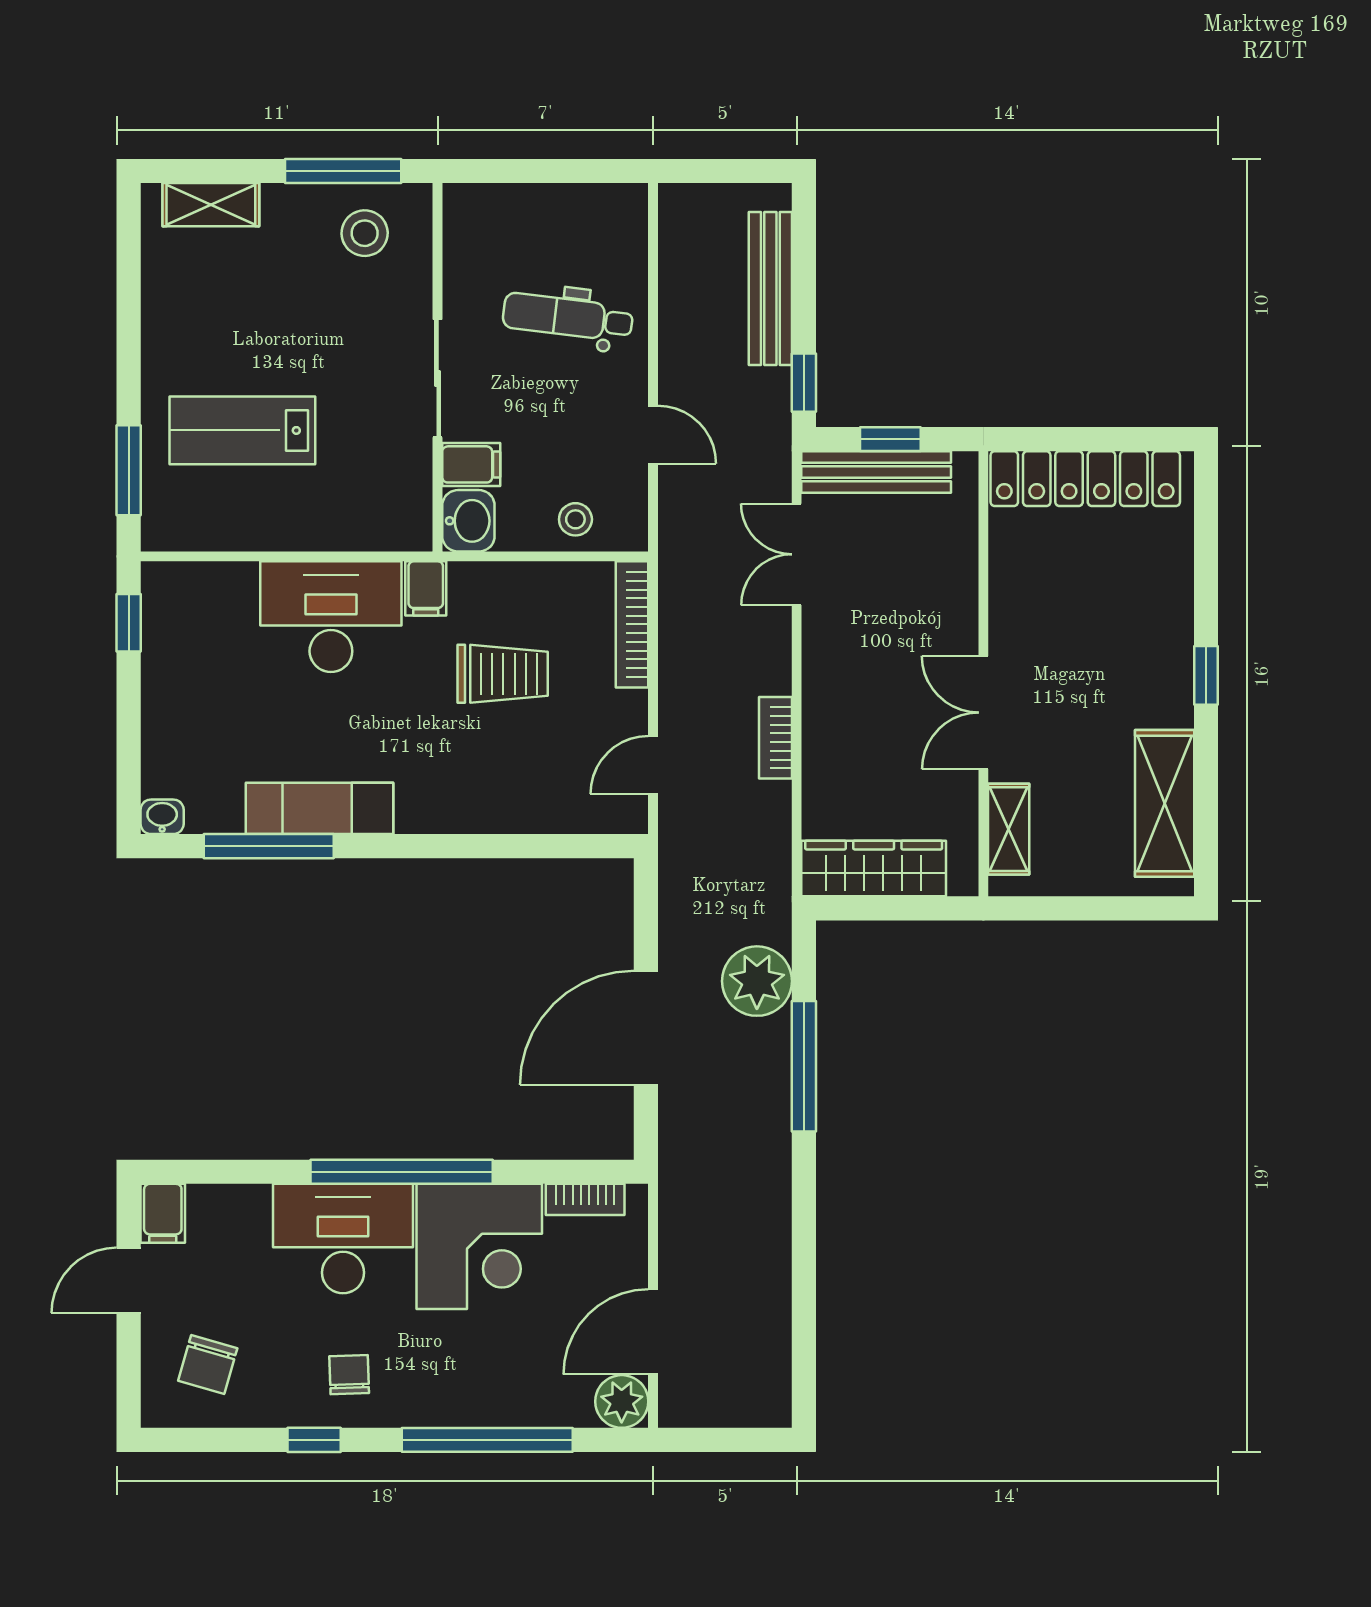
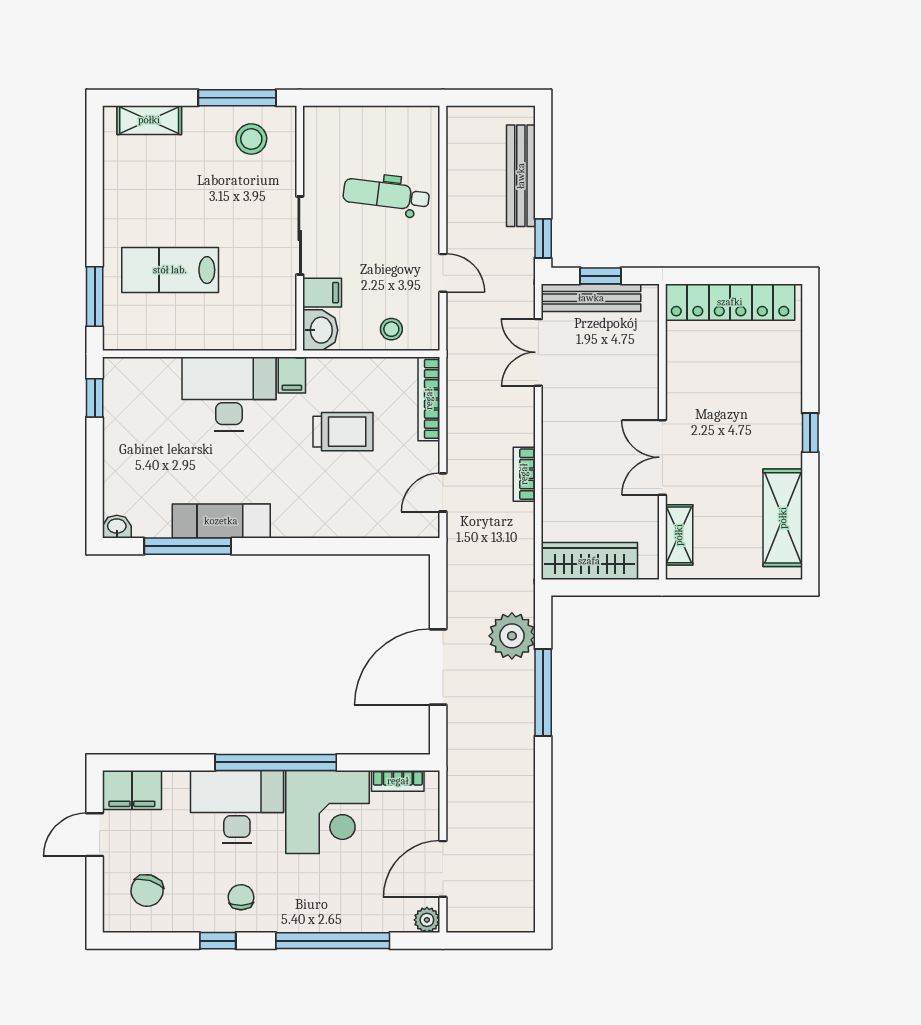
filing cabinet: (163, 1213) -> (132, 790), width x2.00
plant: (622, 1401) -> (427, 920), width x0.73, depth x0.73

